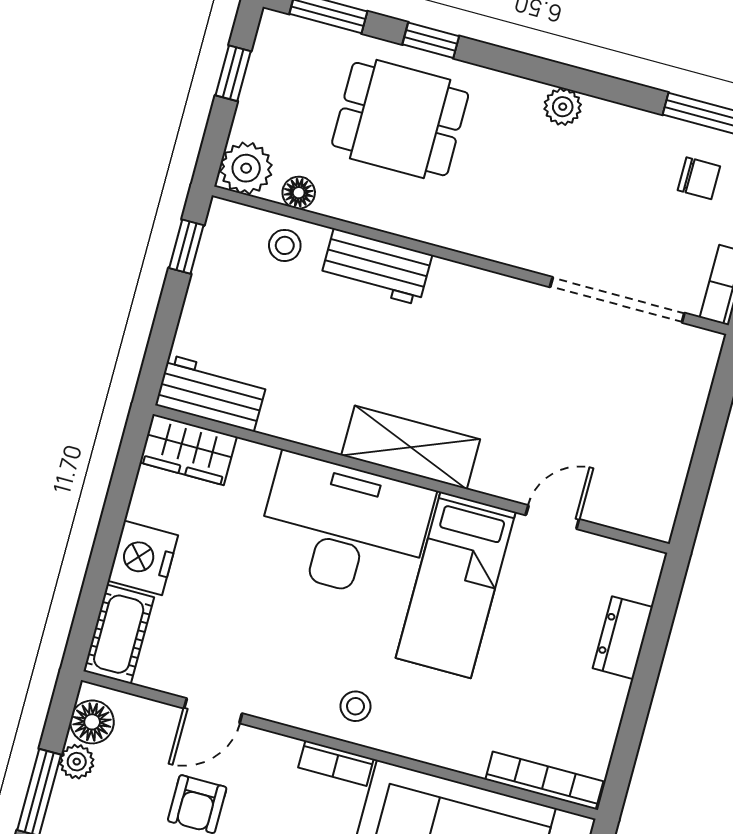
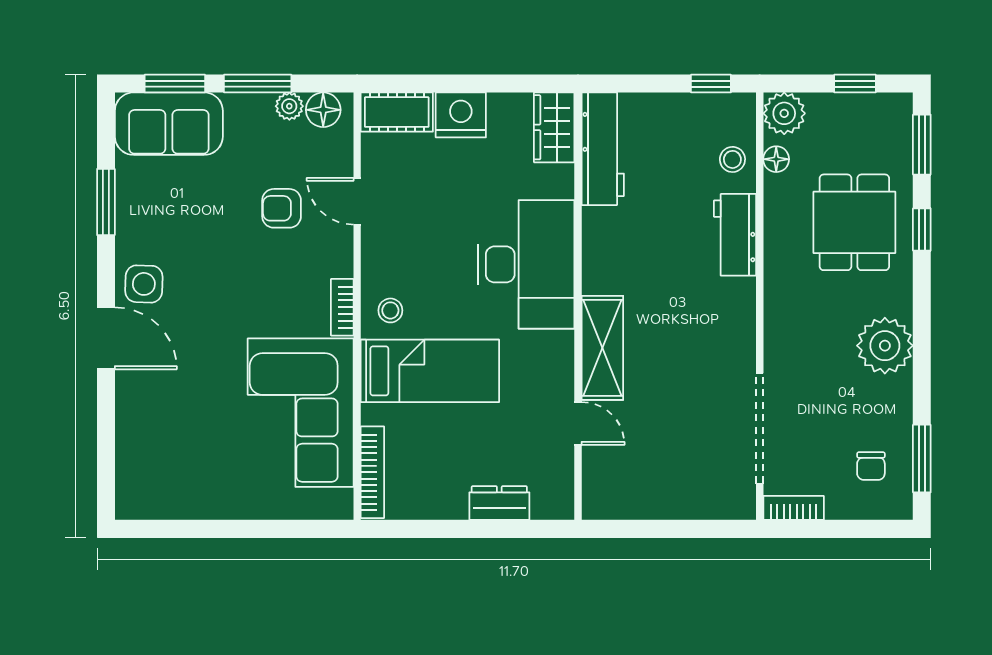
plant: (563, 107) -> (885, 346), width x1.87, depth x1.87
workbench: (211, 393) -> (603, 149), width x1.38
shelving: (411, 447) -> (602, 348), moved
bed: (456, 585) -> (430, 371), moved, turned 180

